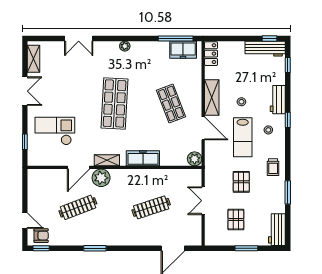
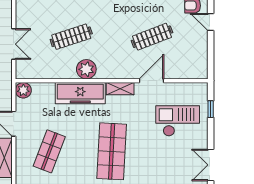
shop shelf: (171, 103) -> (49, 151), turned 42
checkout: (55, 131) -> (178, 121), turned 180
freezer: (143, 158) -> (80, 93), width x1.36, depth x1.26
plant: (101, 178) -> (86, 69), moved

